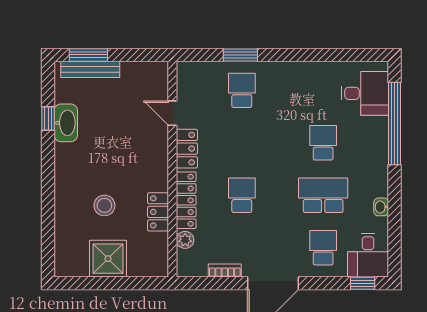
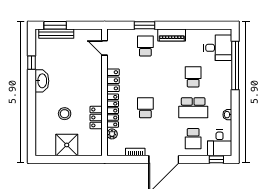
piano: (287, 71) -> (172, 35), added
door: (172, 113) -> (105, 48), moved
washbasin: (66, 123) -> (42, 81), moved
school desk: (323, 195) -> (193, 108), turned 180
school desk: (323, 248) -> (193, 139), turned 180

